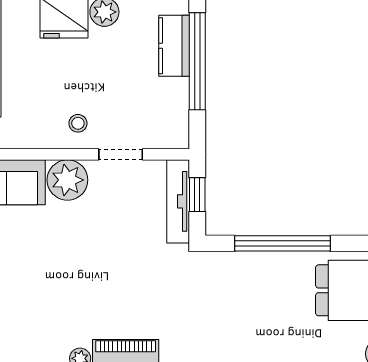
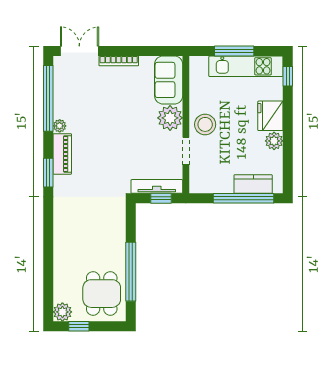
stool: (78, 123) -> (205, 124), width x1.89, depth x1.89
window: (282, 243) -> (131, 272), moved

